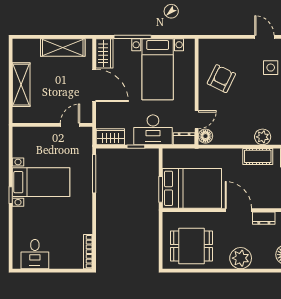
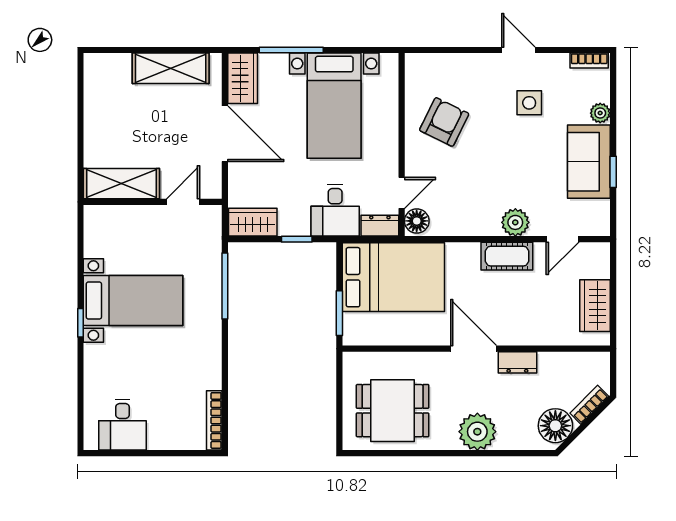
shelving: (21, 85) -> (121, 184), moved, turned 90
desk: (153, 130) -> (335, 210), width x0.73
bed: (192, 188) -> (393, 277), moved

